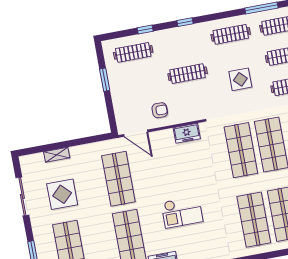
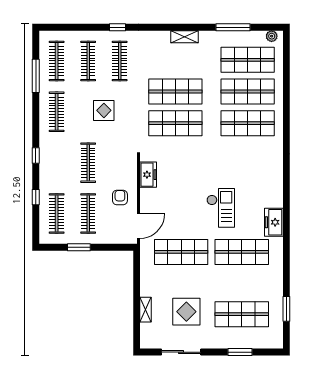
clothes rail: (139, 83) -> (88, 213), added
checkout: (182, 212) -> (221, 208), moved

